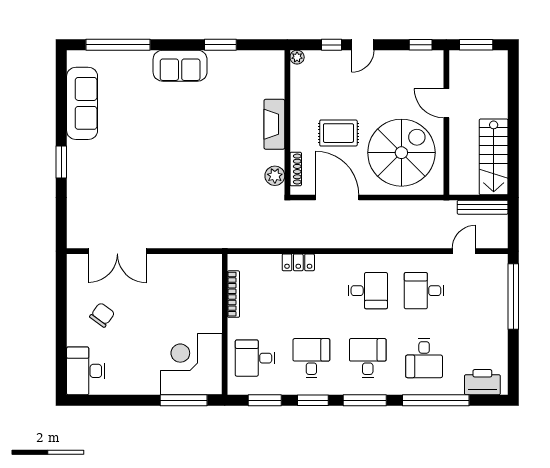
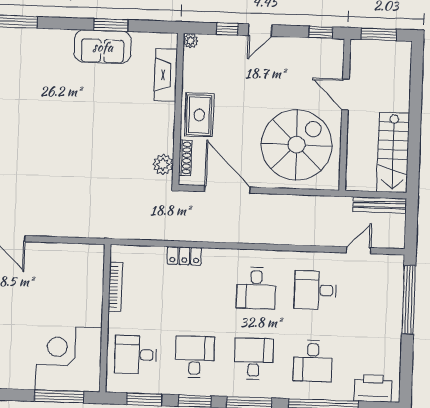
sofa: (180, 66) -> (103, 47), moved
fireplace: (274, 124) -> (166, 75), moved
rug: (338, 133) -> (199, 115), moved, turned 90
desk: (368, 291) -> (256, 288), turned 90

